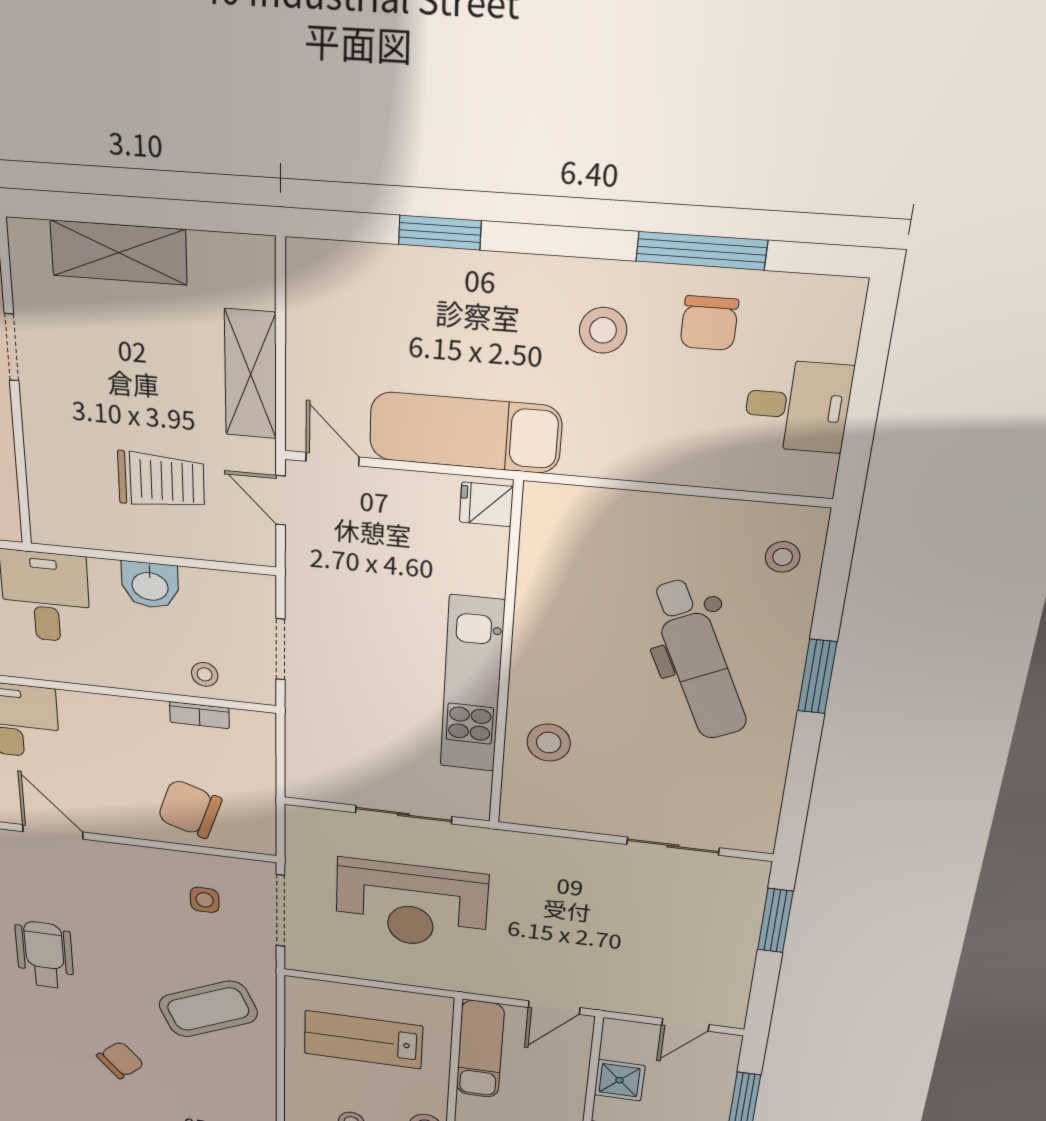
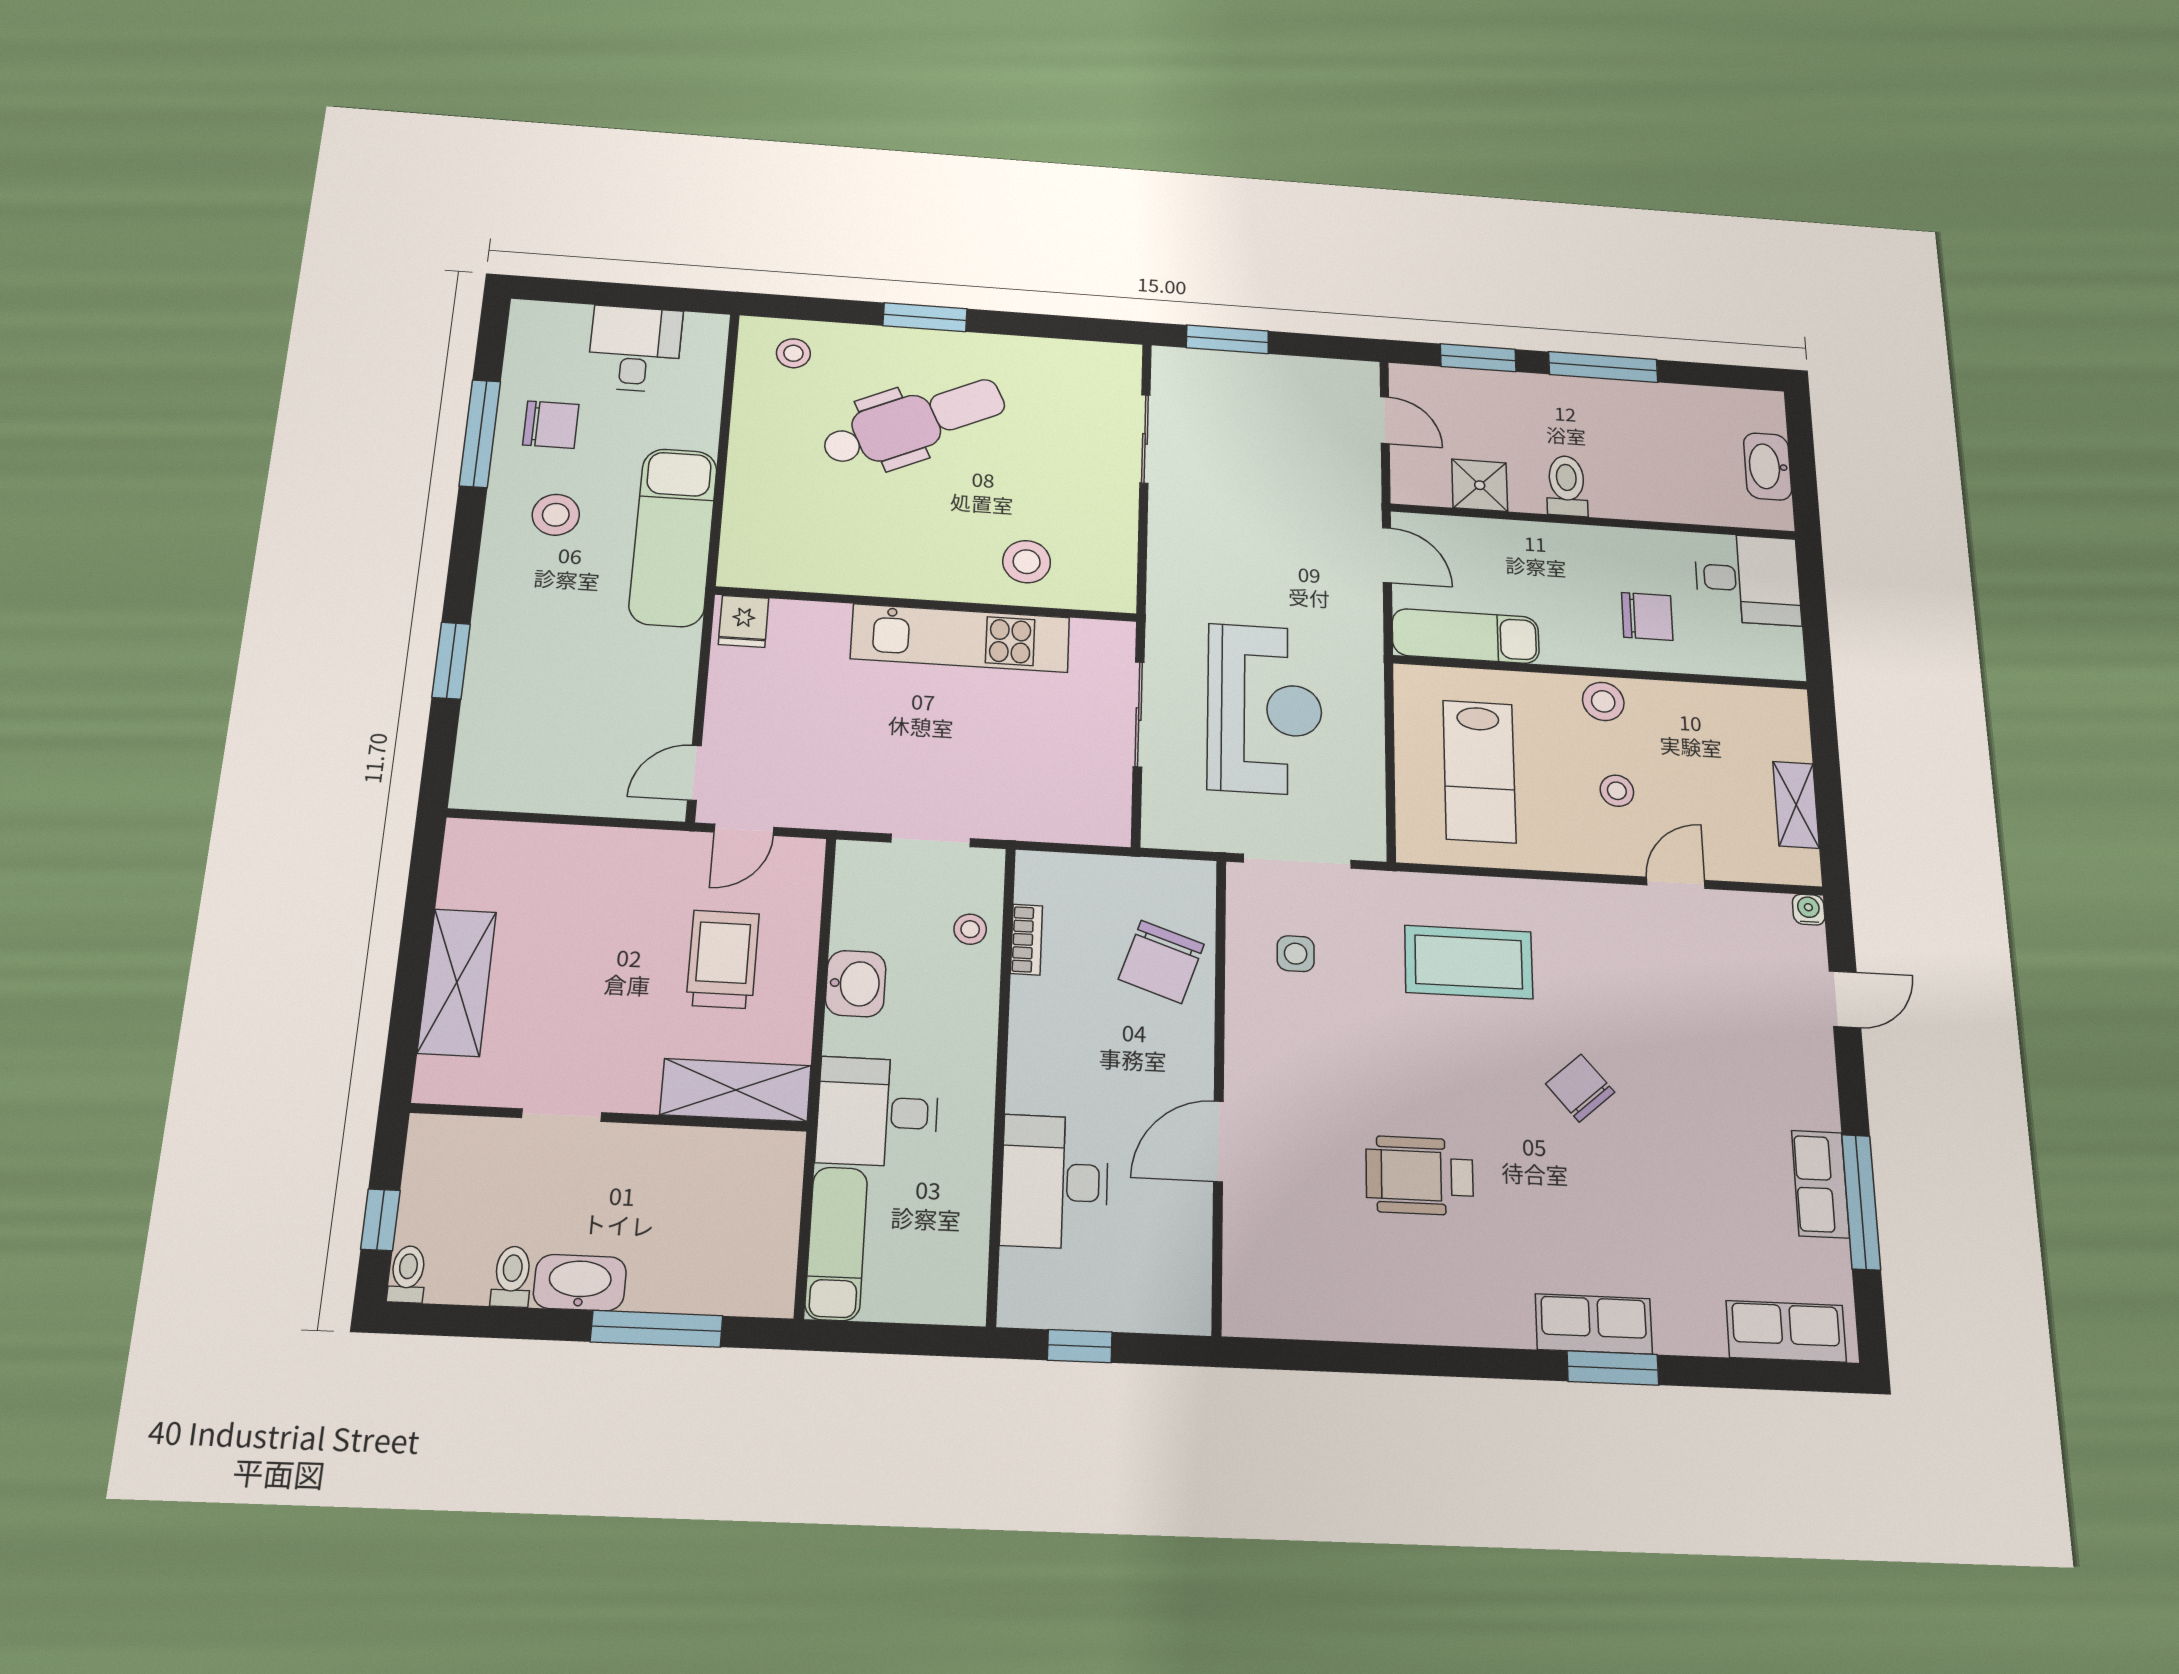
shelving: (251, 374) -> (736, 1090), moved
exam couch: (465, 433) -> (673, 537), moved
coffee table: (208, 1009) -> (1469, 962), turned -66

